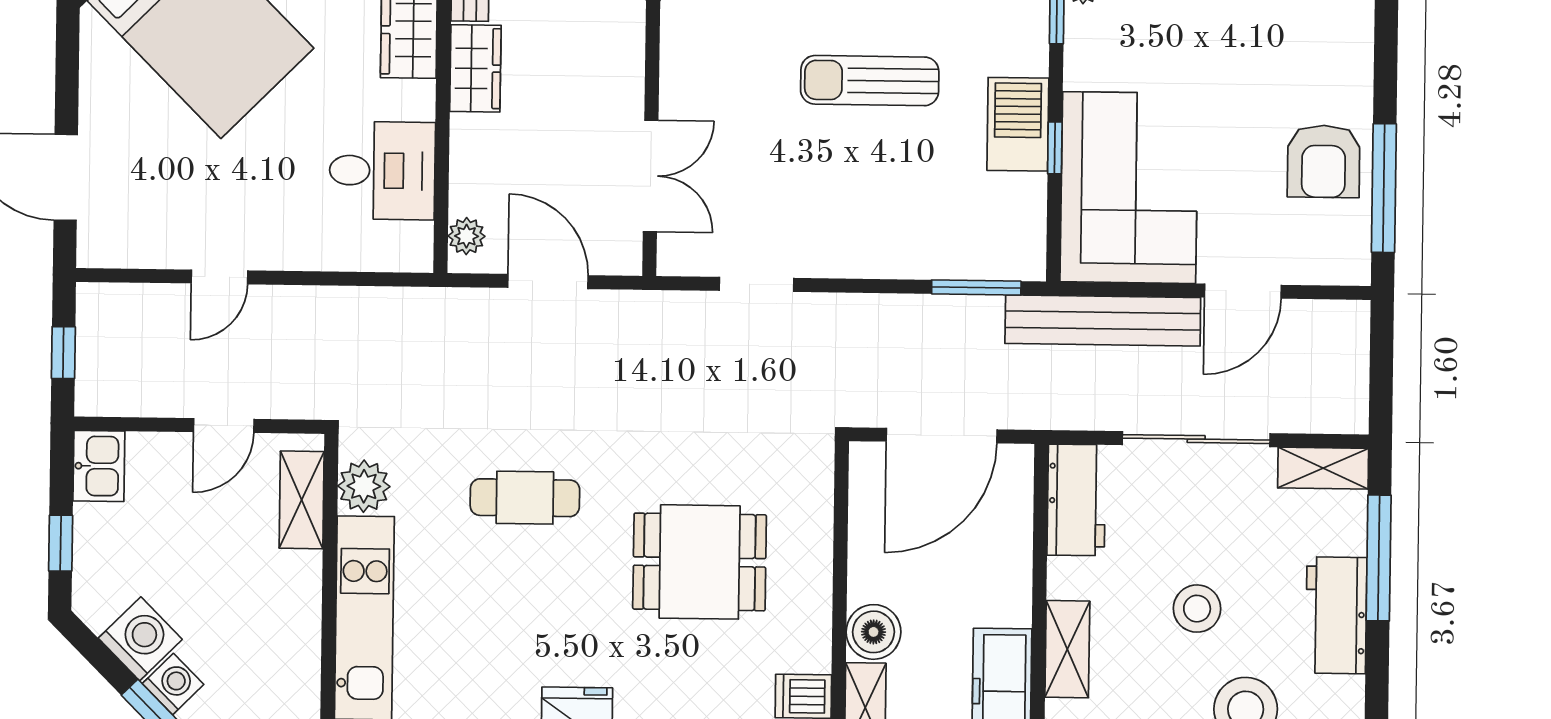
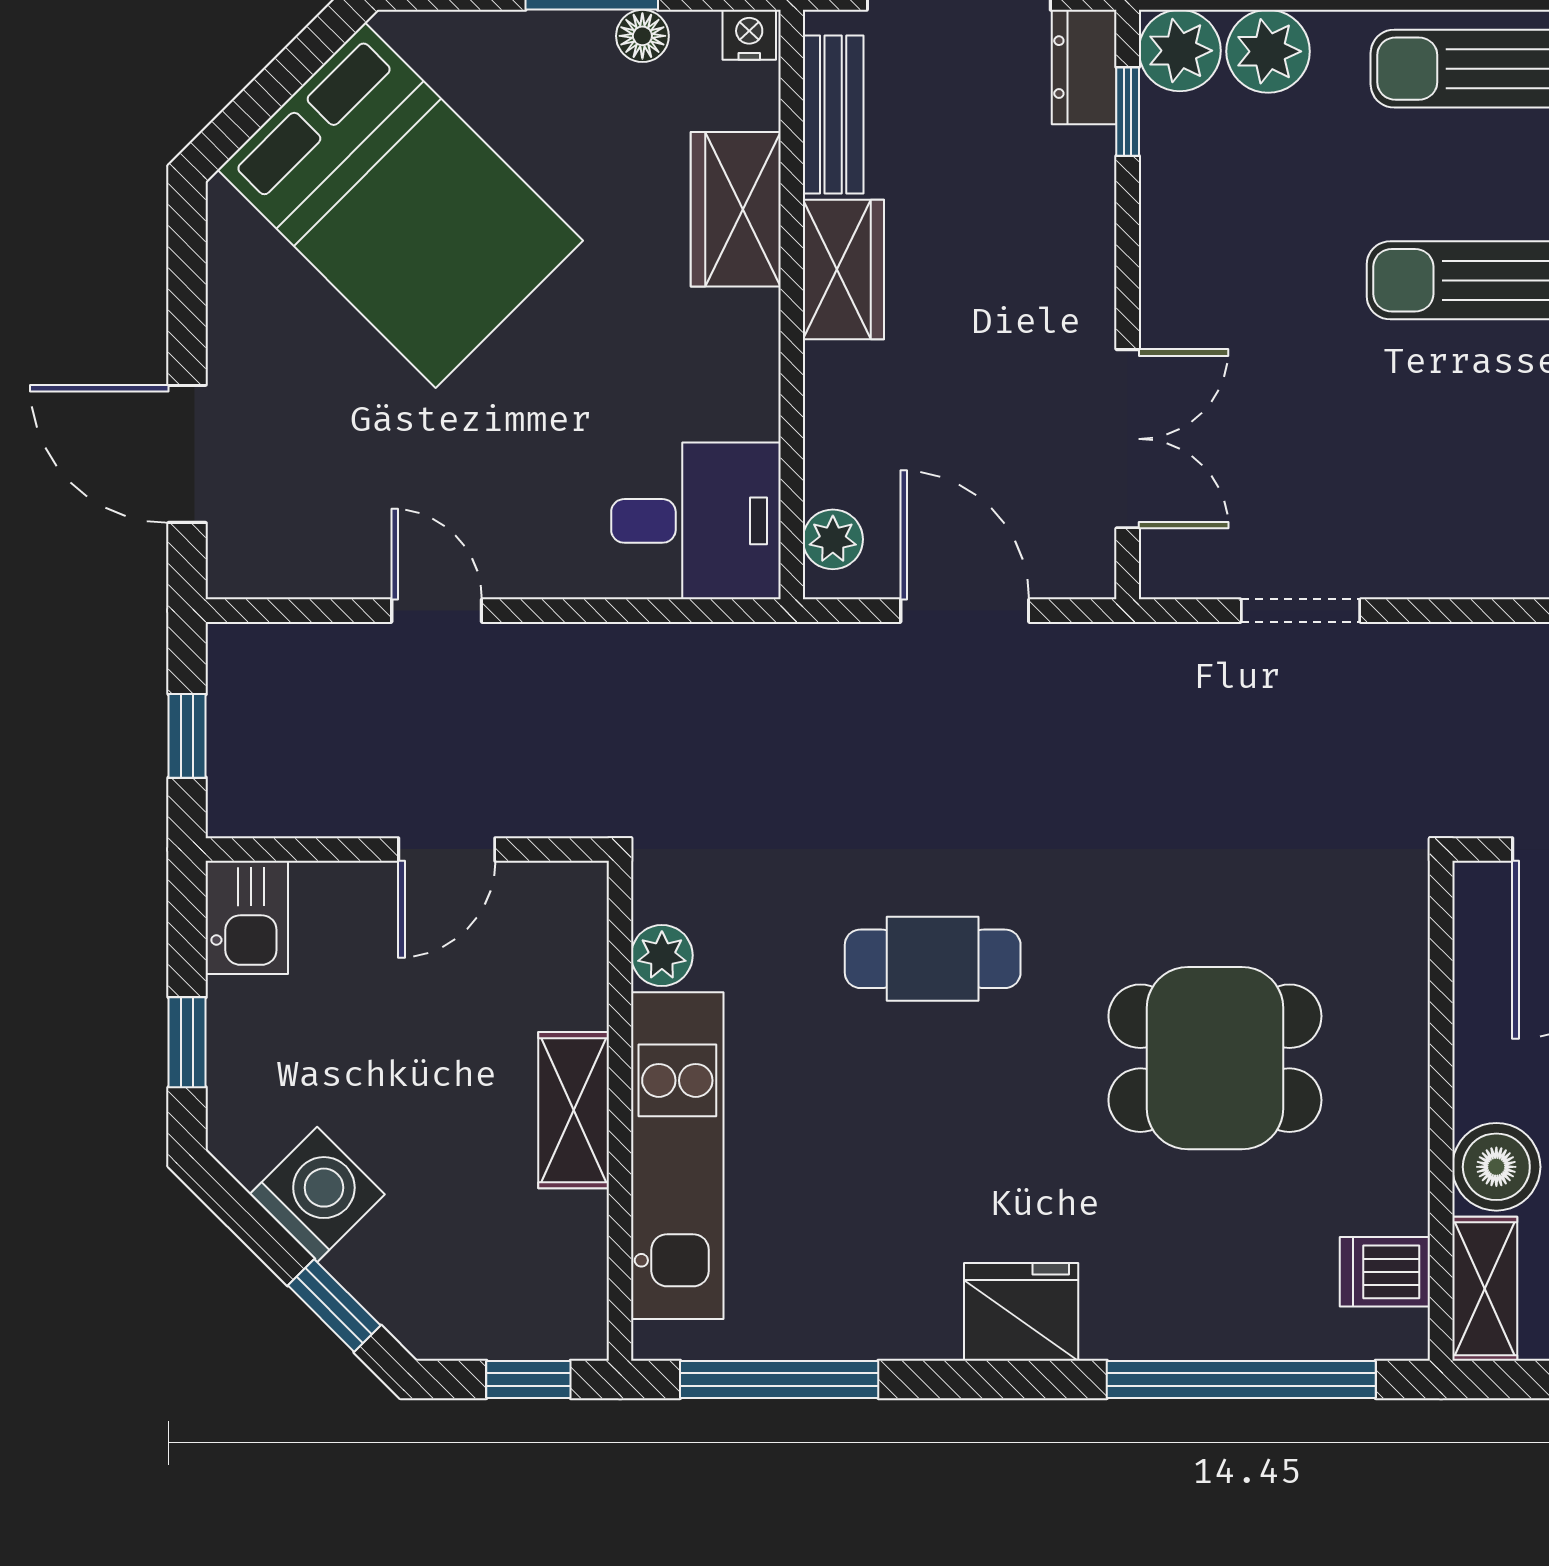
desk: (382, 171) -> (696, 521), moved
door: (220, 277) -> (437, 611), swing flipped
plant: (364, 486) -> (662, 955), width x0.73, depth x0.73
shelving: (302, 500) -> (574, 1110), moved
washing machine: (173, 684) -> (371, 1266), removed

